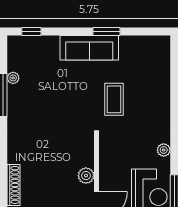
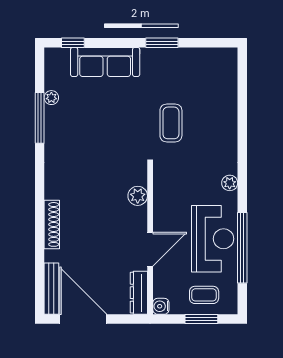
sofa: (89, 48) -> (105, 62), moved
plant: (86, 176) -> (138, 196), moved

